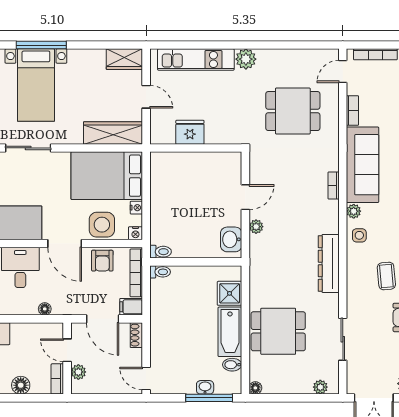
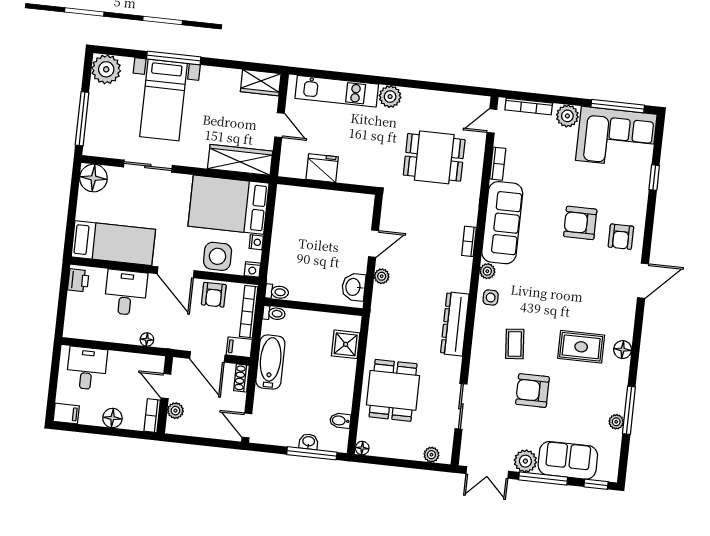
dining table: (278, 331) -> (393, 390), turned 90
bathtub: (230, 332) -> (270, 362), moved, turned 180

